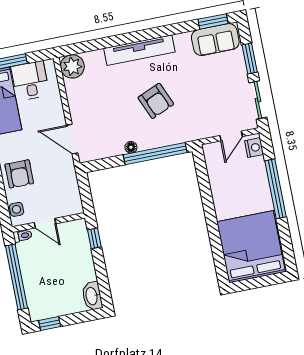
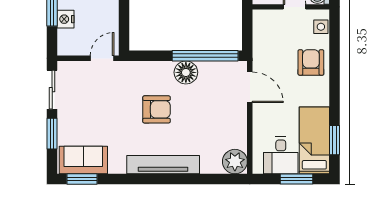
armchair: (156, 101) -> (157, 109), turned 113
door: (231, 136) -> (102, 58), moved
floor lamp: (131, 147) -> (186, 72), width x1.89, depth x1.89
nightstand: (254, 148) -> (66, 19), moved
window: (155, 154) -> (205, 56), moved

